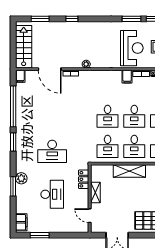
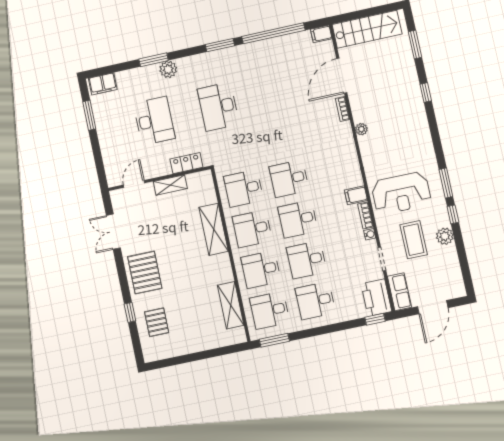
desk: (52, 194) -> (154, 121), turned -90

